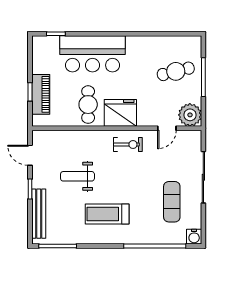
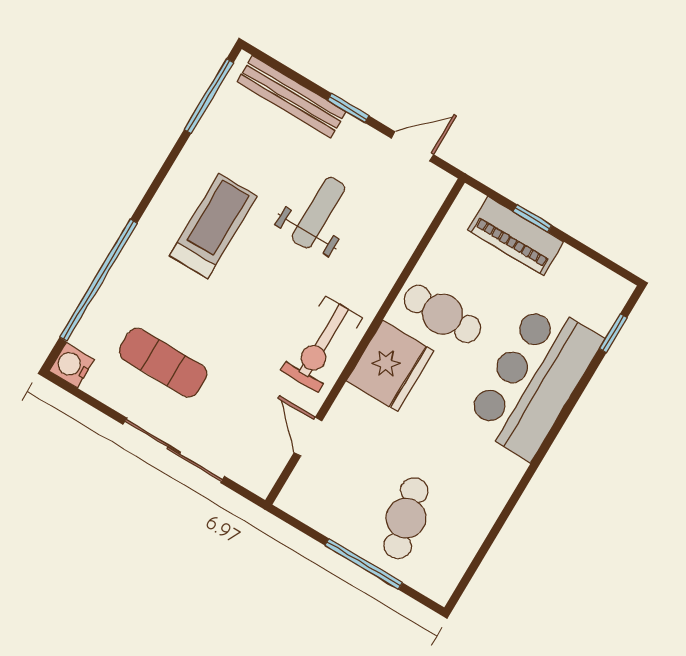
plant: (190, 115) -> (307, 496), removed
exercise bike: (128, 145) -> (322, 344), width x1.38, depth x1.39

